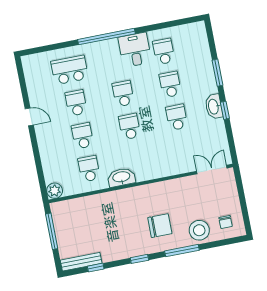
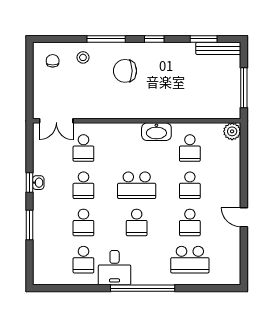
washbasin: (214, 107) -> (38, 183), width x0.52, depth x0.69
school desk: (130, 127) -> (137, 185), width x1.85
school desk: (183, 150) -> (83, 148), added
stool: (199, 230) -> (83, 57), width x0.53, depth x0.53
window: (96, 268) -> (204, 39), width x1.50

